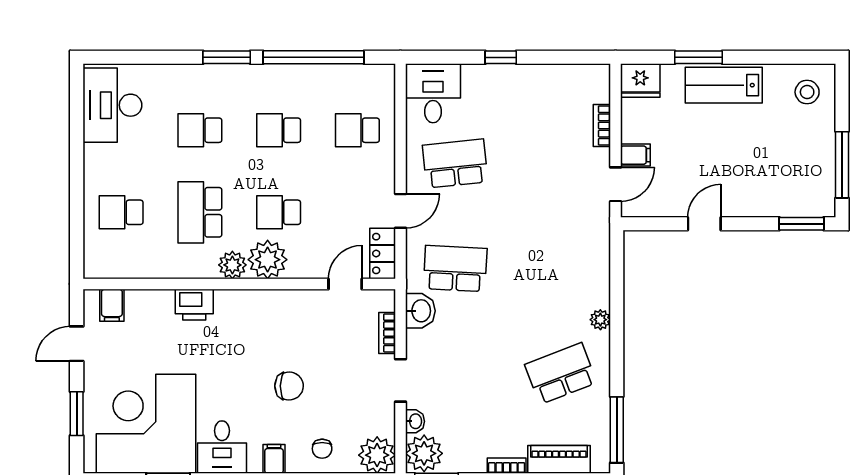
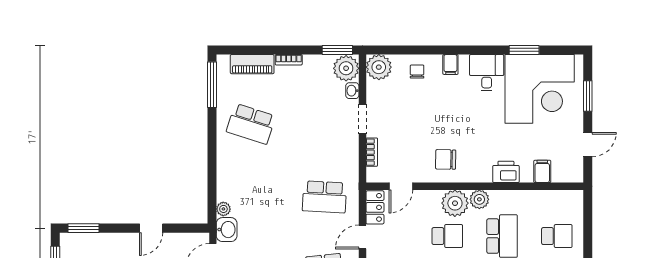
filing cabinet: (112, 305) -> (542, 171), moved
washbasin: (420, 311) -> (227, 230), moved, turned 180
plant: (600, 320) -> (223, 209), moved
school desk: (561, 374) -> (251, 124), turned 39
chair: (289, 386) -> (446, 159), moved

